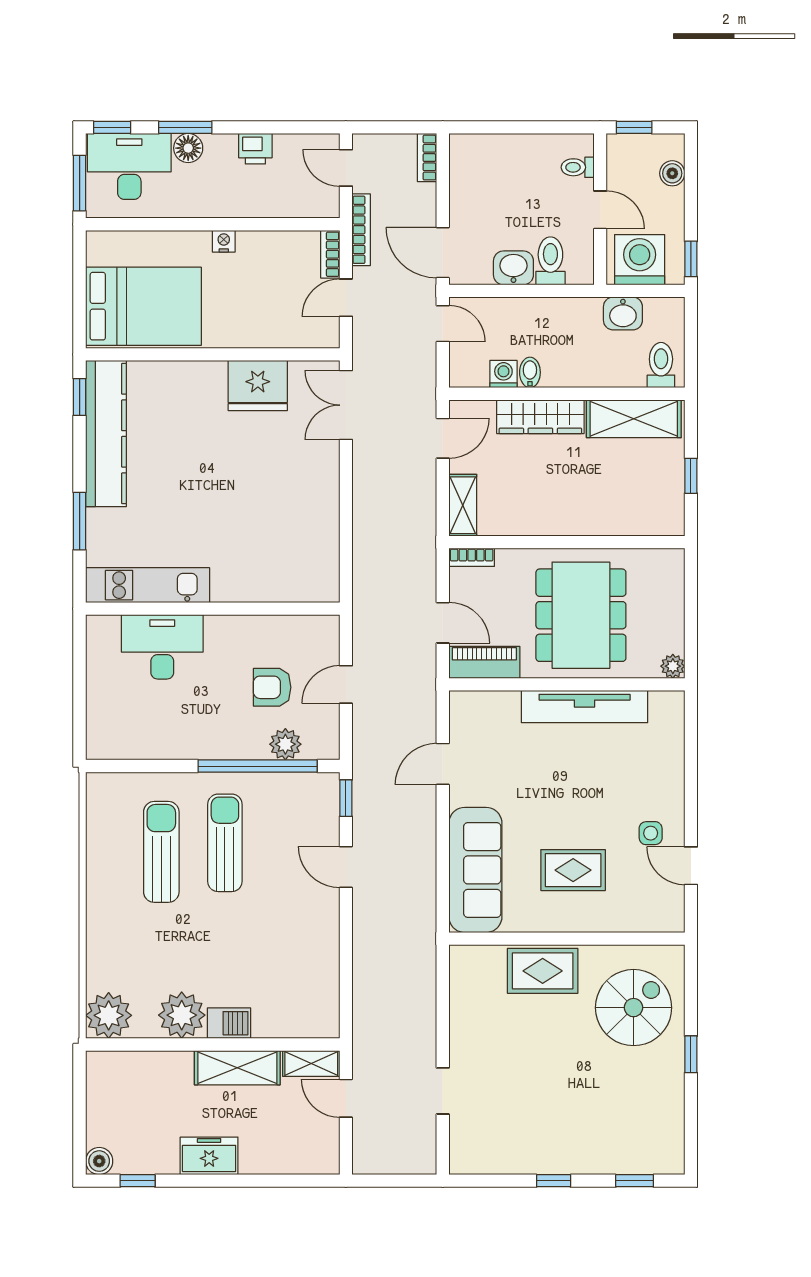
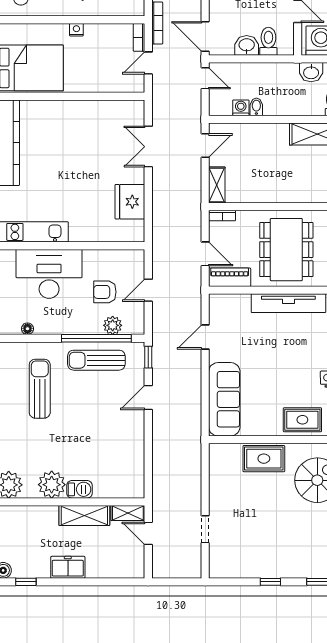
fridge: (258, 386) -> (130, 202), moved, turned 90
double door: (346, 405) -> (148, 147), moved
wardrobe: (540, 417) -> (263, 133), removed
desk: (162, 647) -> (49, 274), width x1.36, depth x1.30
floor lamp: (141, 750) -> (27, 329), added
sun lounger: (225, 843) -> (96, 360), moved, turned -90
door: (346, 867) -> (148, 398), hinge flipped
rug: (573, 870) -> (302, 420), moved

